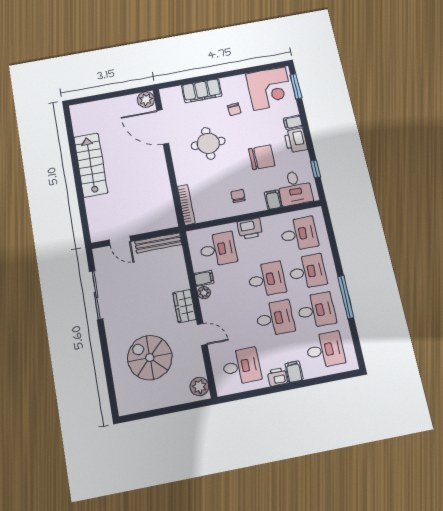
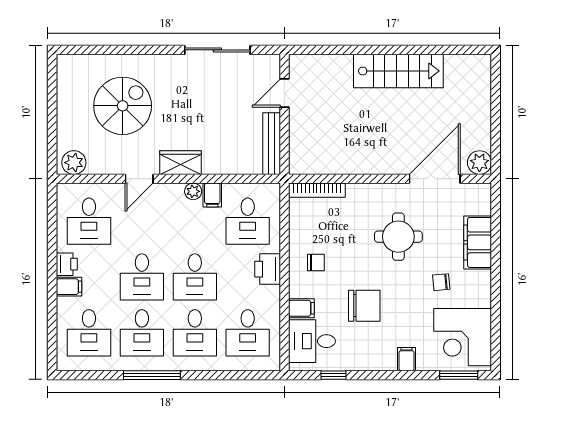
printer: (296, 140) -> (380, 357), removed
chair: (262, 157) -> (364, 306), turned -90

